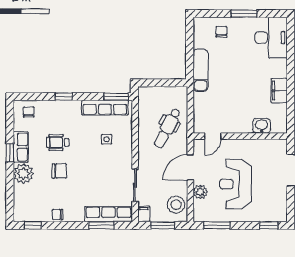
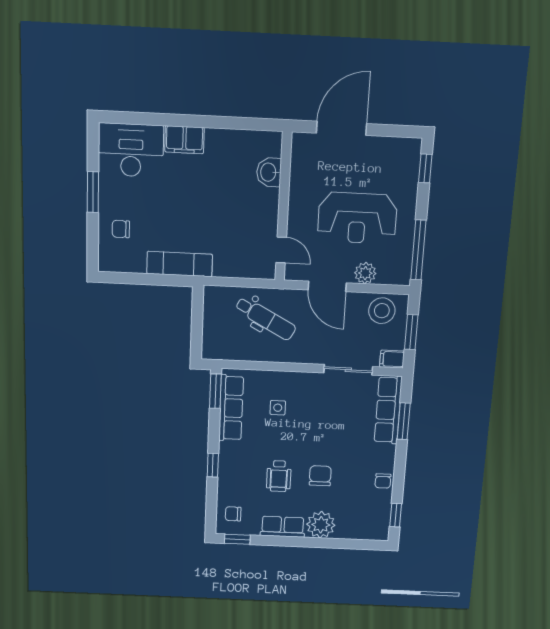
filing cabinet: (279, 91) -> (184, 140), moved
window: (10, 153) -> (237, 539), moved
window: (217, 225) -> (418, 250), width x1.44

